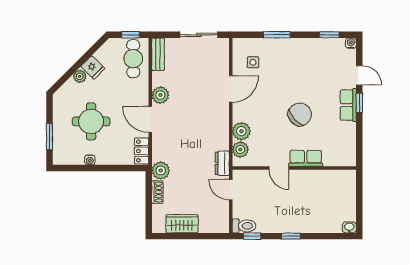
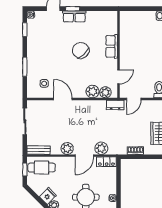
door: (279, 168) -> (118, 77), moved
plant: (161, 170) -> (101, 148), moved

